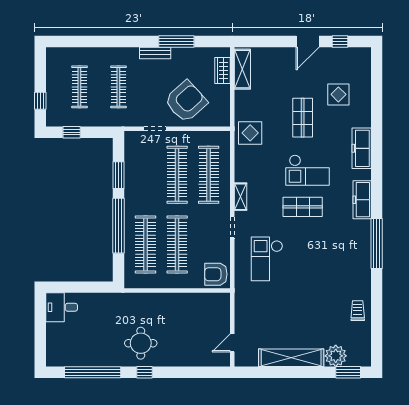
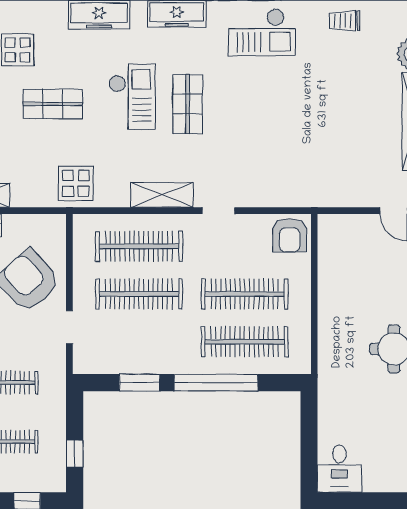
shelving: (240, 197) -> (162, 195), width x1.50, depth x1.33
checkout: (267, 259) -> (262, 32), moved

